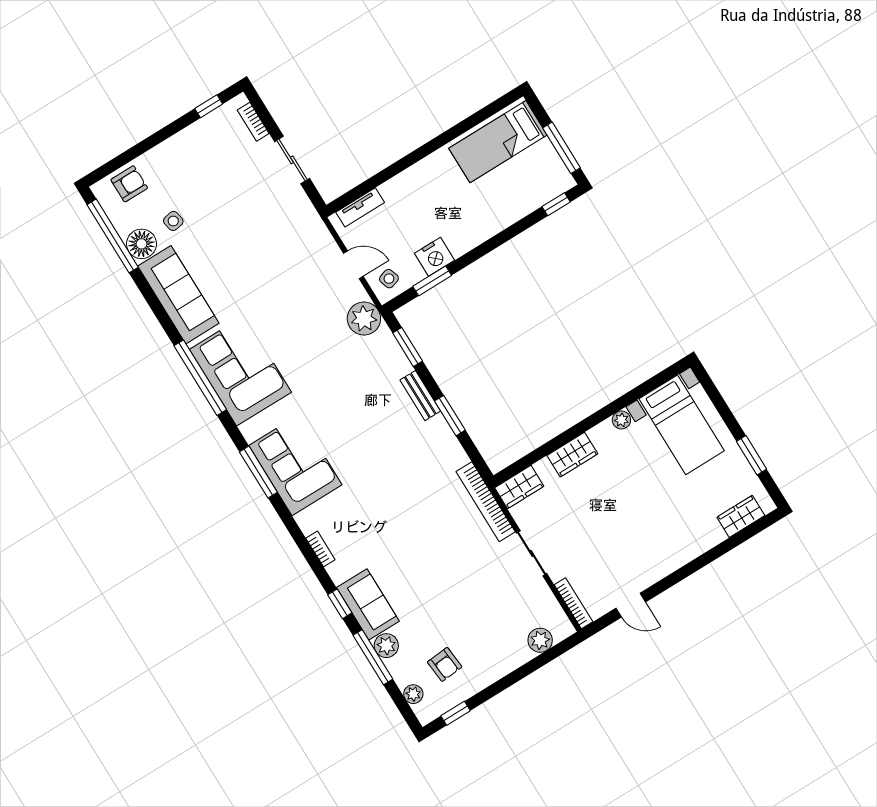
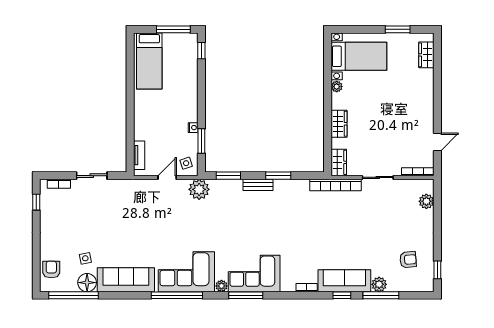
nightstand: (434, 257) -> (193, 128), width x0.53, depth x0.56
sofa: (368, 604) -> (344, 281), width x1.36
plant: (413, 694) -> (221, 286), moved

